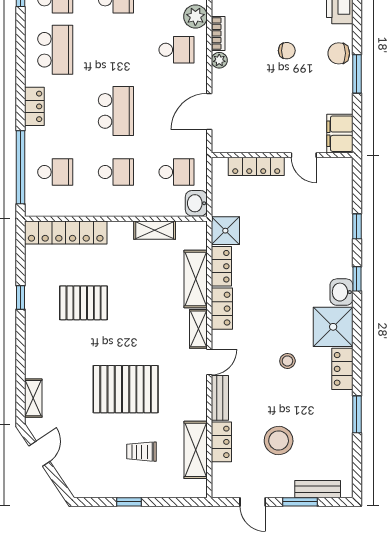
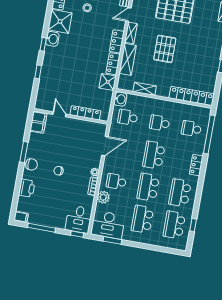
school desk: (116, 50) -> (148, 187), added
pallet: (84, 303) -> (165, 49), moved, turned 90

